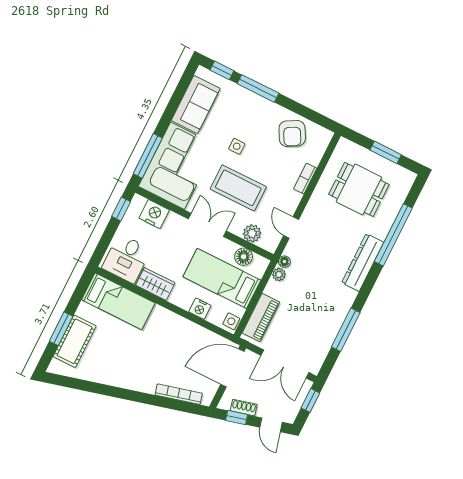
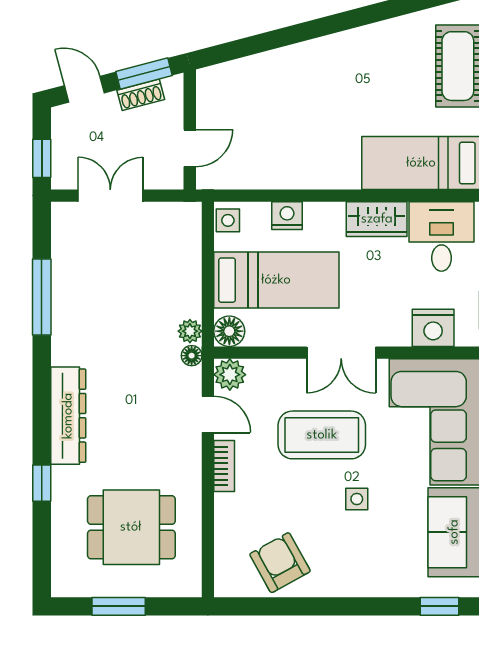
window: (258, 88) -> (369, 606), removed
bookcase: (305, 179) -> (224, 466), moved
plant: (252, 233) -> (230, 375), moved
window: (393, 235) -> (42, 483), width x0.32
floor lamp: (244, 257) -> (229, 331), moved
piano: (261, 318) -> (184, 250), removed
double door: (285, 364) -> (110, 196), width x0.73
door: (232, 368) -> (190, 148), width x0.53
bookcase: (179, 394) -> (253, 65), removed
window: (237, 418) -> (144, 74), width x1.50

